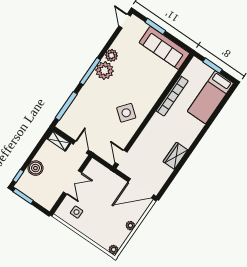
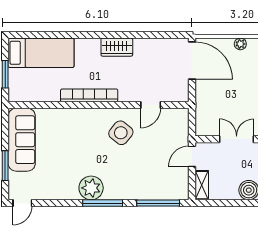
plant: (111, 55) -> (70, 192), removed
bookcase: (172, 96) -> (89, 95), moved
wardrobe: (175, 156) -> (117, 47), moved
door: (121, 157) -> (151, 105), moved

